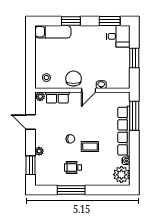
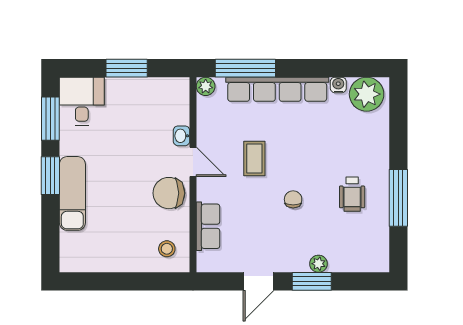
window: (71, 21) -> (50, 176), moved
exam couch: (53, 32) -> (72, 193), moved
plant: (40, 96) -> (206, 86), moved
coffee table: (90, 146) -> (254, 159), moved
window: (31, 165) -> (312, 281), moved

